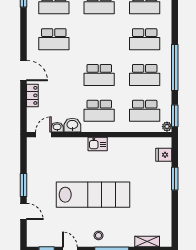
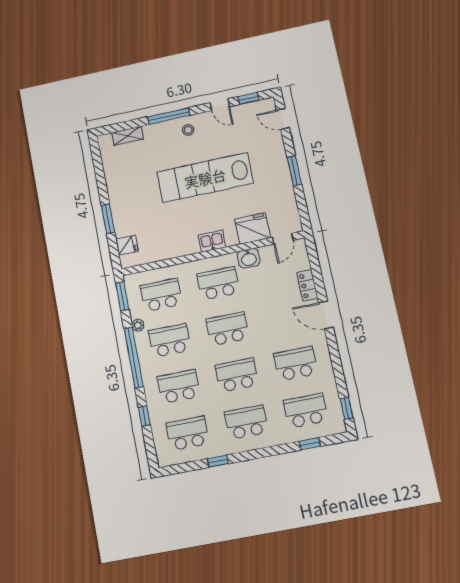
window: (175, 22) -> (144, 416), added
school desk: (99, 39) -> (237, 375), added
washbasin: (57, 127) -> (267, 252), removed
plant: (167, 127) -> (138, 325), moved
fridge: (65, 147) -> (253, 228), added
door: (24, 211) -> (283, 119), moved

